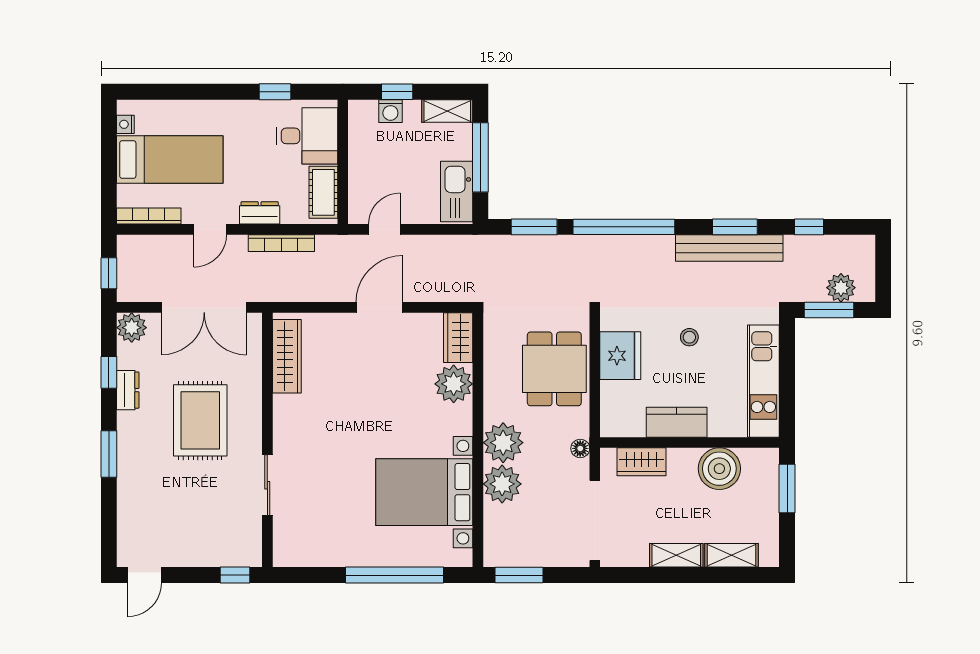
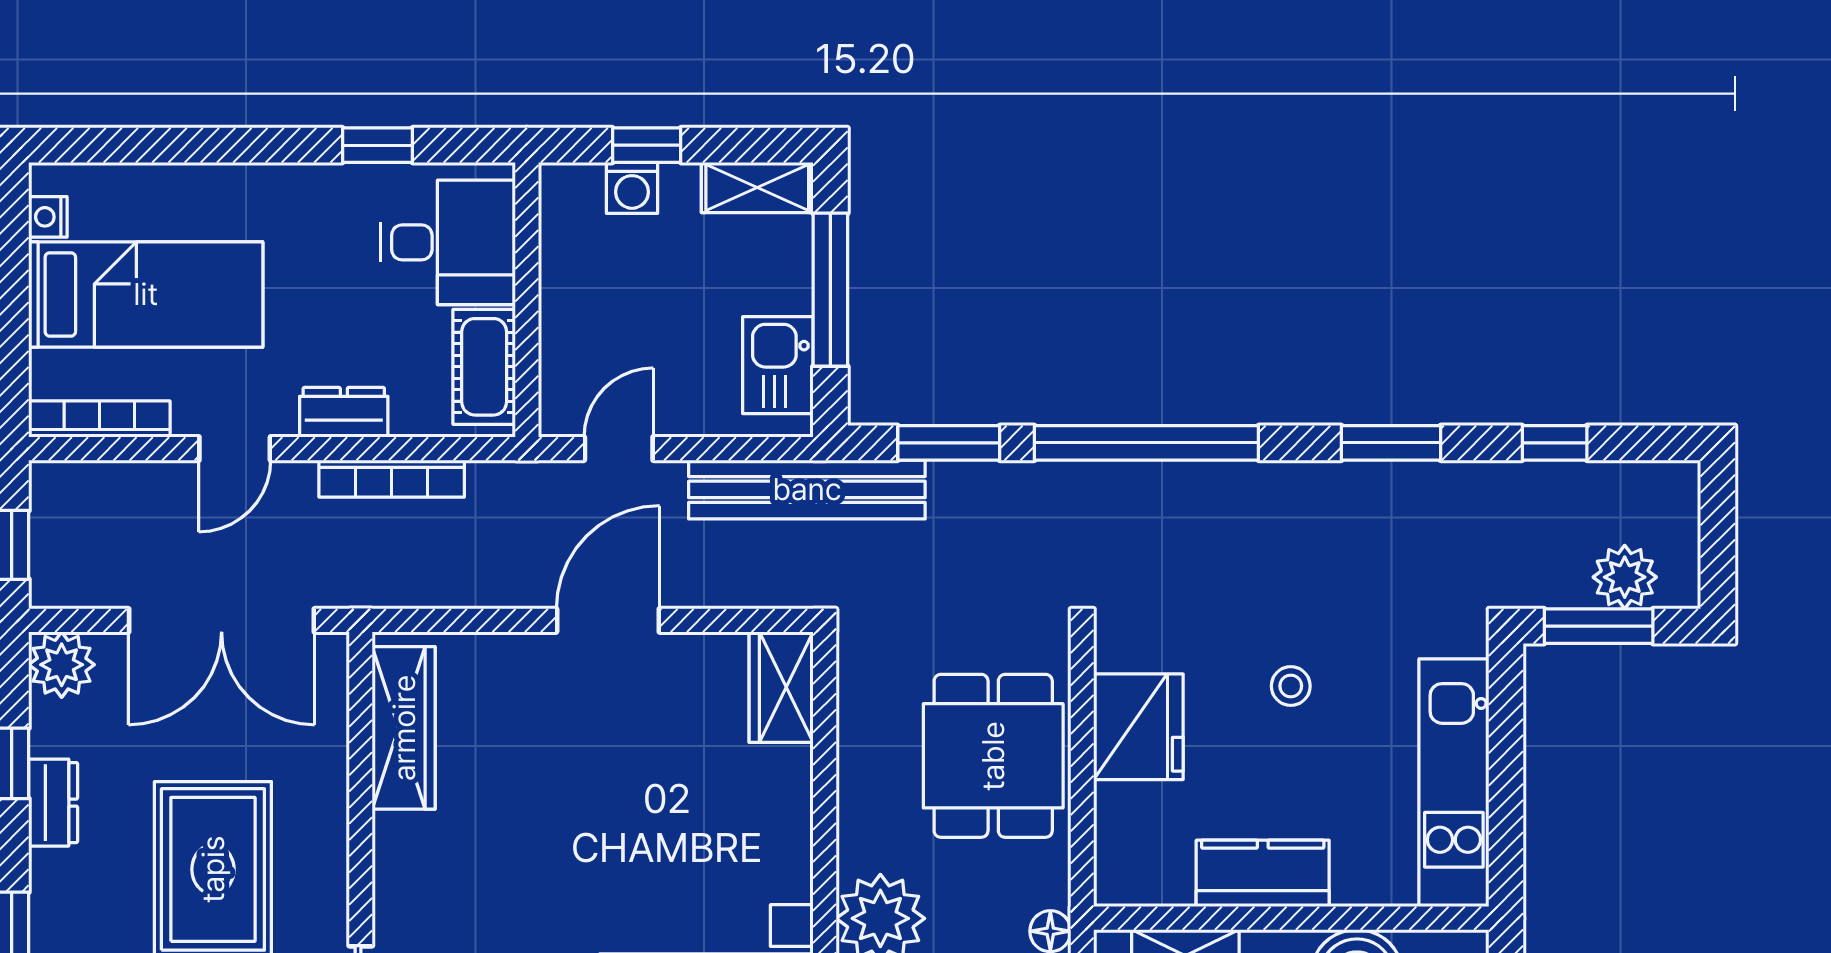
kitchen sink: (457, 192) -> (778, 365), width x0.73
bench: (729, 248) -> (807, 489), moved
plant: (454, 384) -> (771, 789), removed

